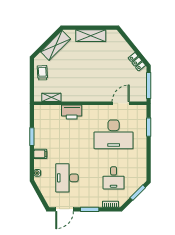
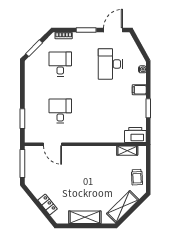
locker: (137, 62) -> (48, 204), moved
door: (121, 103) -> (53, 144), hinge flipped
printer: (72, 112) -> (135, 135), moved
desk: (114, 134) -> (60, 111), width x0.53, depth x0.77
desk: (67, 178) -> (110, 64), turned 180

